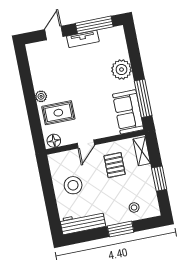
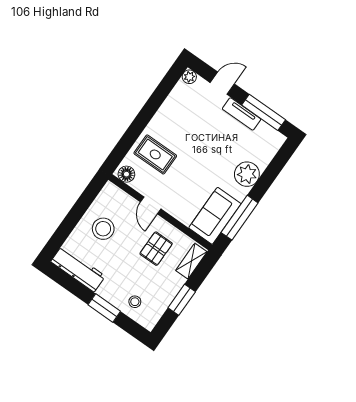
plant: (41, 96) -> (189, 77), moved
door: (86, 144) -> (151, 205), hinge flipped

